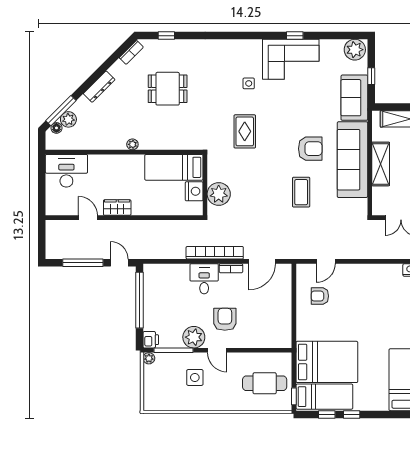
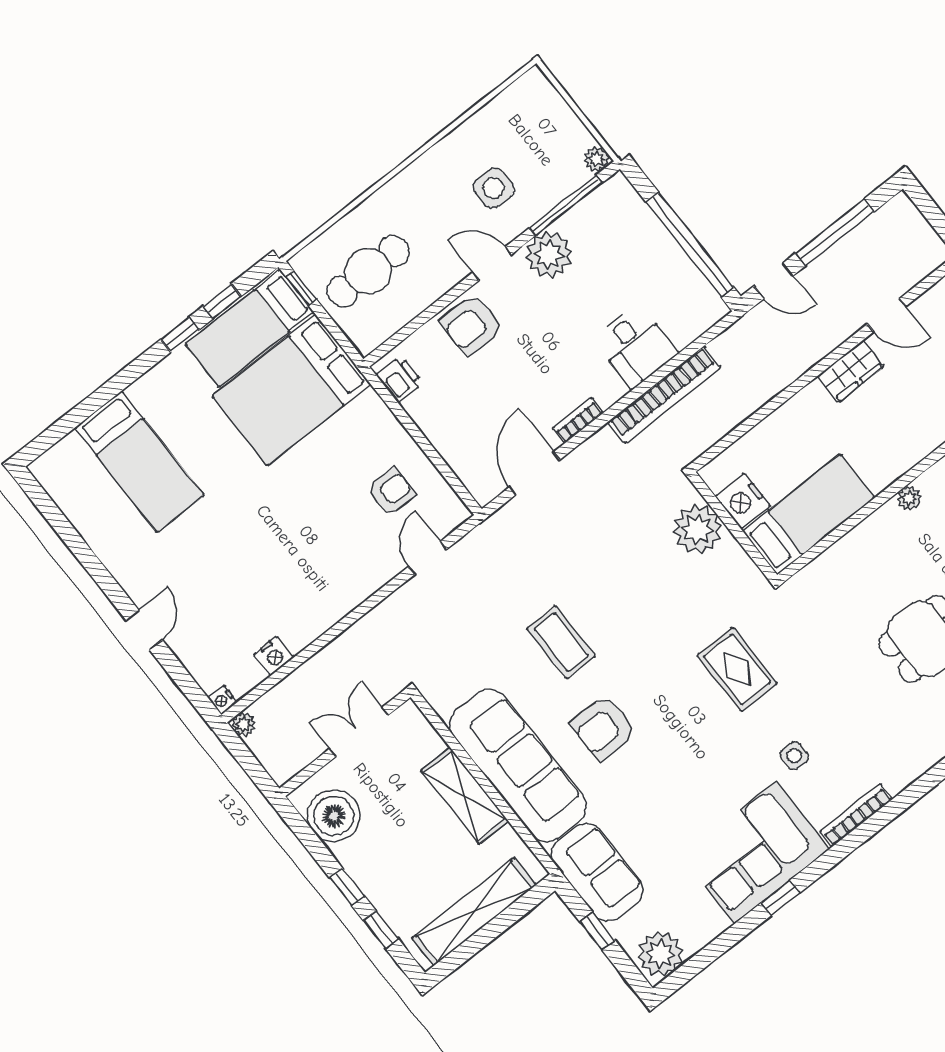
bookcase: (243, 44) -> (856, 815), added
bookcase: (215, 253) -> (664, 395), moved
desk: (204, 279) -> (636, 346), moved
armchair: (225, 319) -> (471, 325), moved, turned 90
printer: (151, 340) -> (400, 379), moved, turned 180

